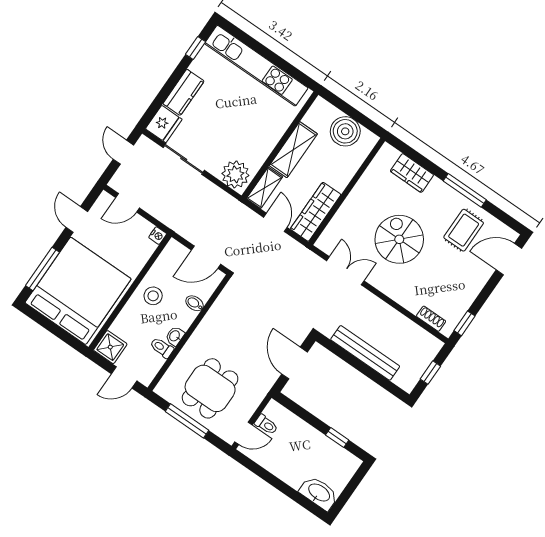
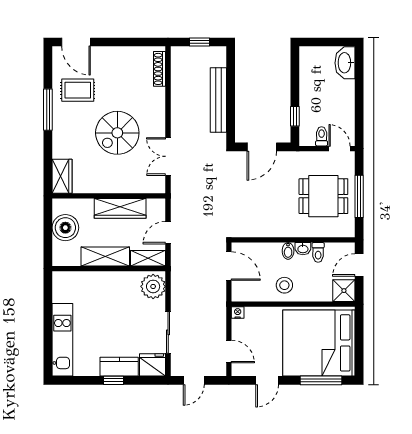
window: (196, 48) -> (113, 380), moved
kitchen unit: (256, 66) -> (62, 340), width x0.73
wardrobe: (412, 173) -> (62, 176), moved
wardrobe: (316, 212) -> (120, 208), moved
bidet: (195, 303) -> (288, 251), moved
shoe rack: (431, 319) -> (160, 69), width x1.43
window: (464, 323) -> (146, 42), removed
door: (124, 377) -> (359, 265), swing flipped
window: (337, 438) -> (295, 116), moved

